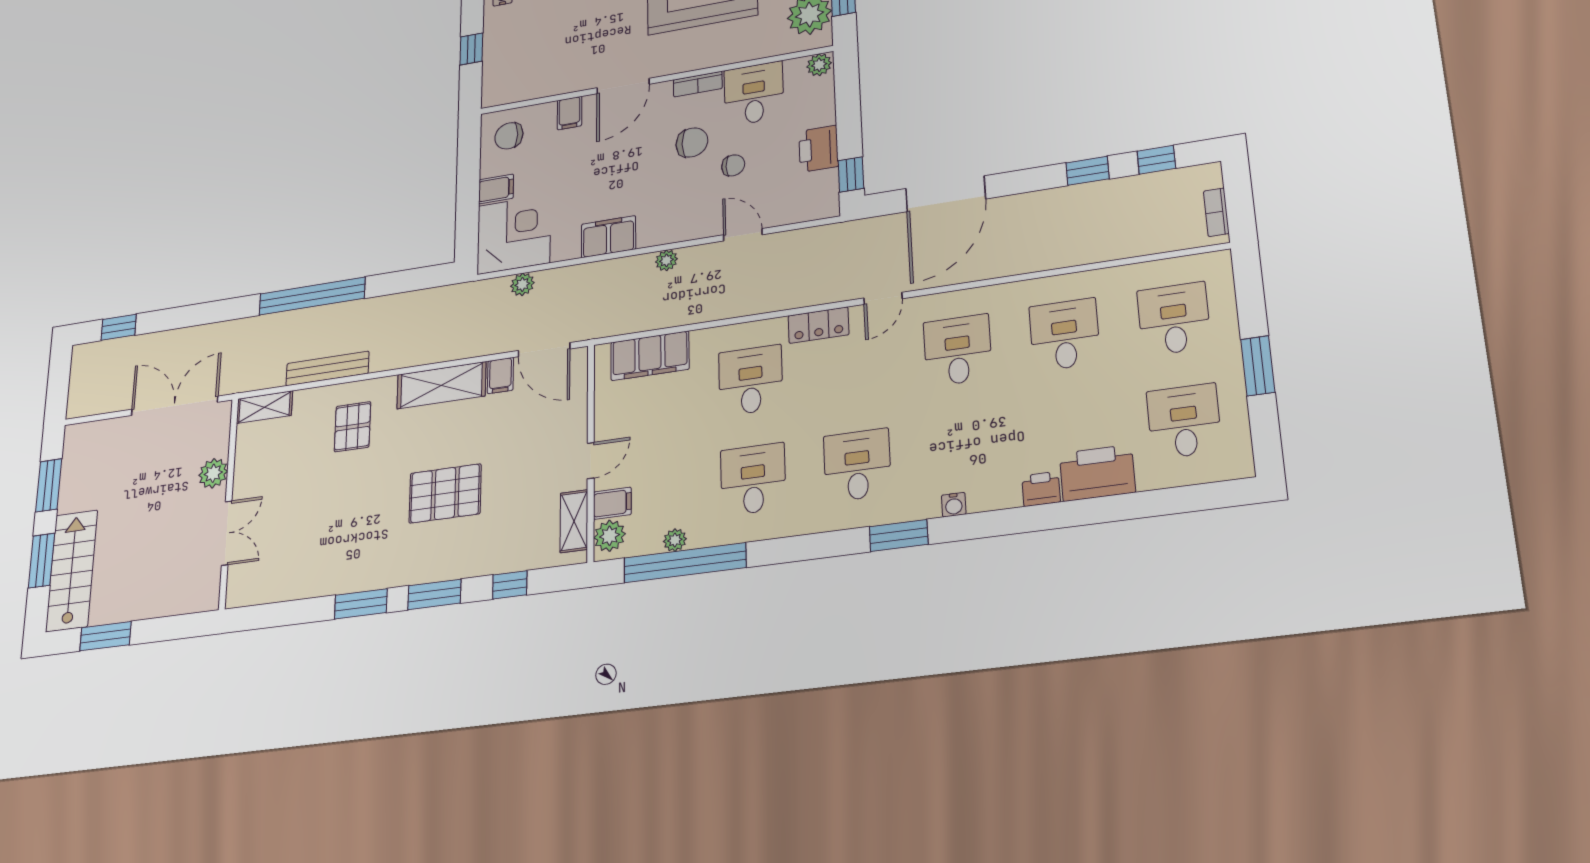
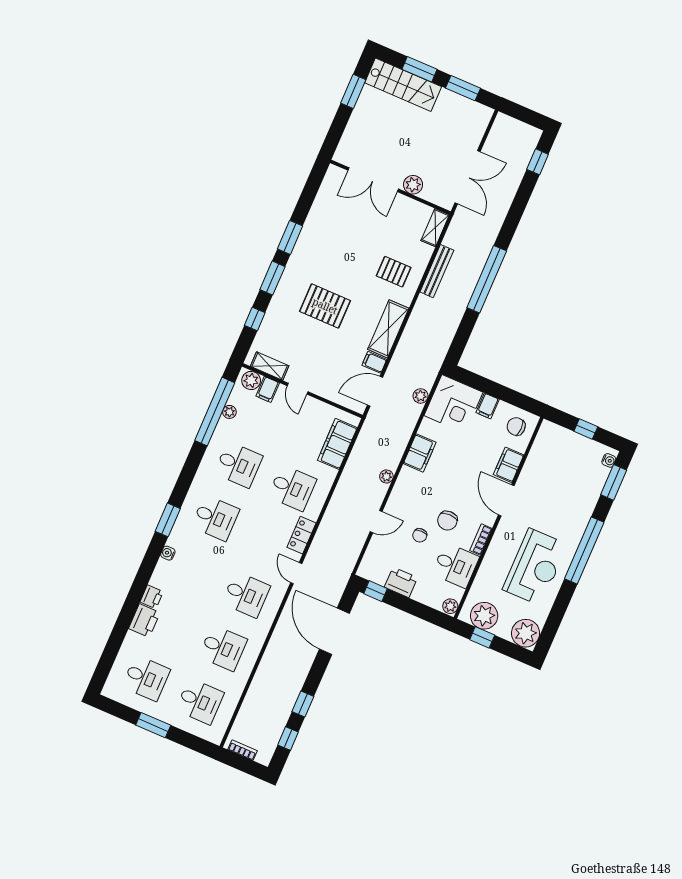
filing cabinet: (569, 113) -> (509, 465), width x2.00
chair: (509, 136) -> (516, 426), turned -90
printer: (1097, 473) -> (144, 621), width x0.73, depth x0.84
pallet: (445, 493) -> (325, 306), turned 90
double door: (227, 533) -> (373, 180), width x1.37

